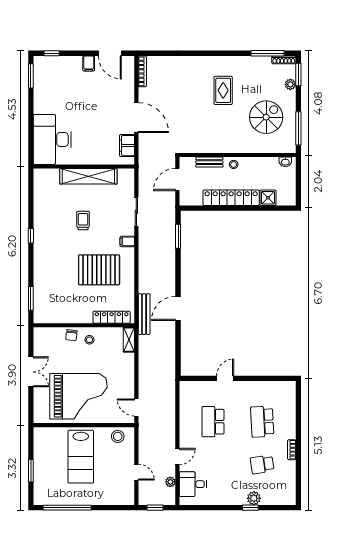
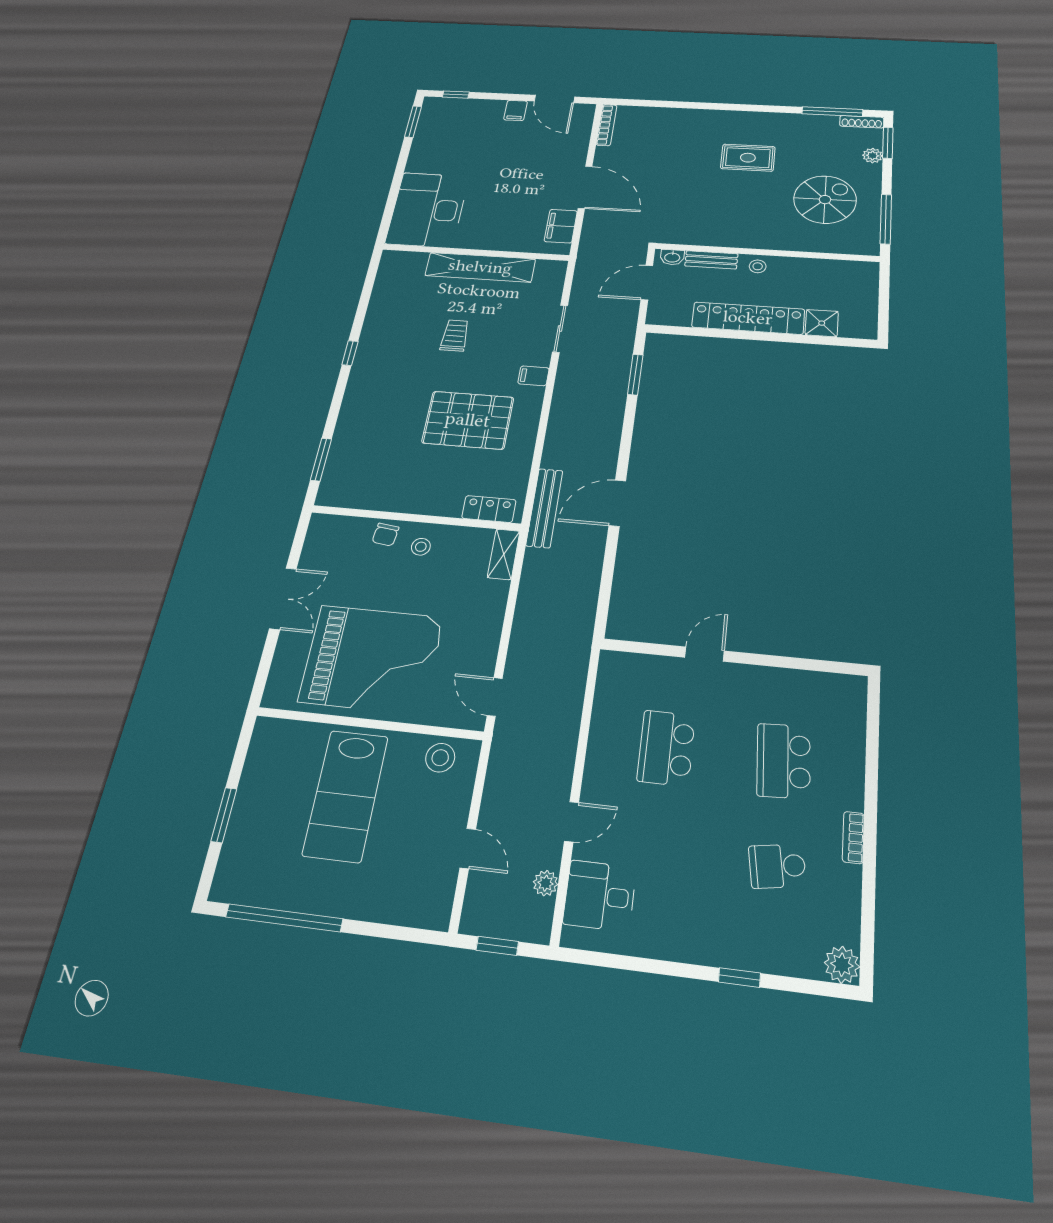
rug: (223, 90) -> (748, 158), turned 90
washbasin: (285, 162) -> (672, 257), moved
locker: (112, 317) -> (489, 509), width x0.66
plant: (254, 498) -> (842, 965), moved

